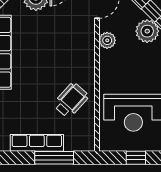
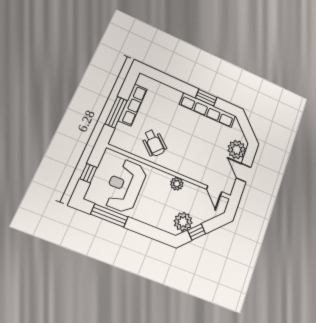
plant: (107, 40) -> (177, 184), moved

